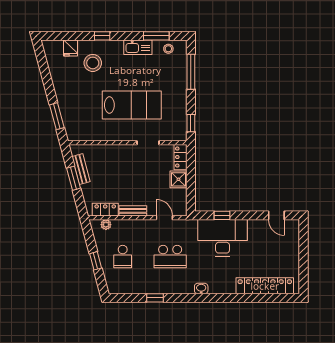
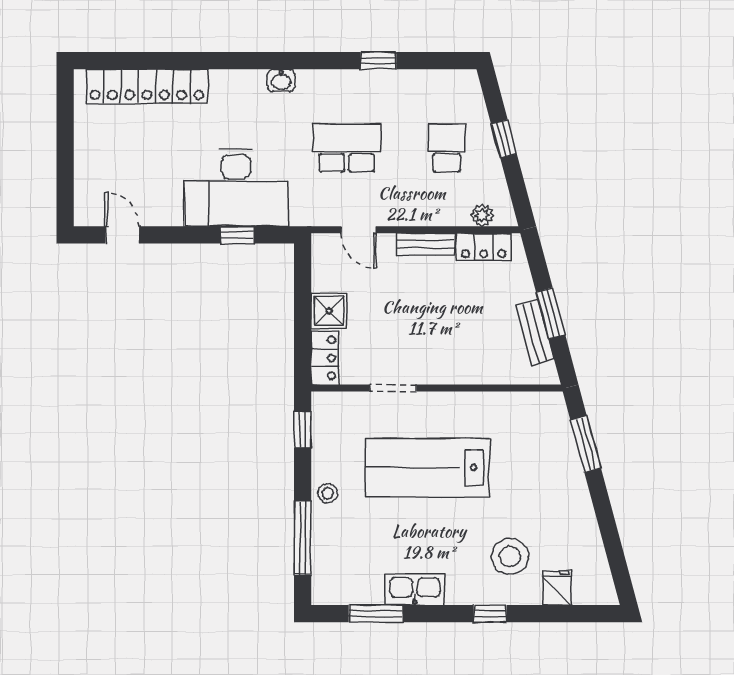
stool: (168, 49) -> (328, 493), moved

